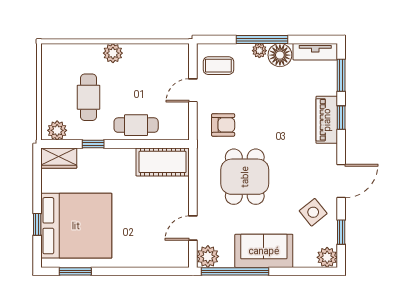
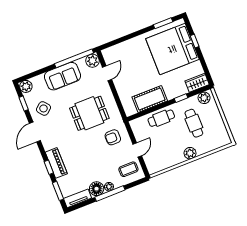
cot: (163, 162) -> (150, 99), moved
dining table: (245, 177) -> (89, 113), turned 90

